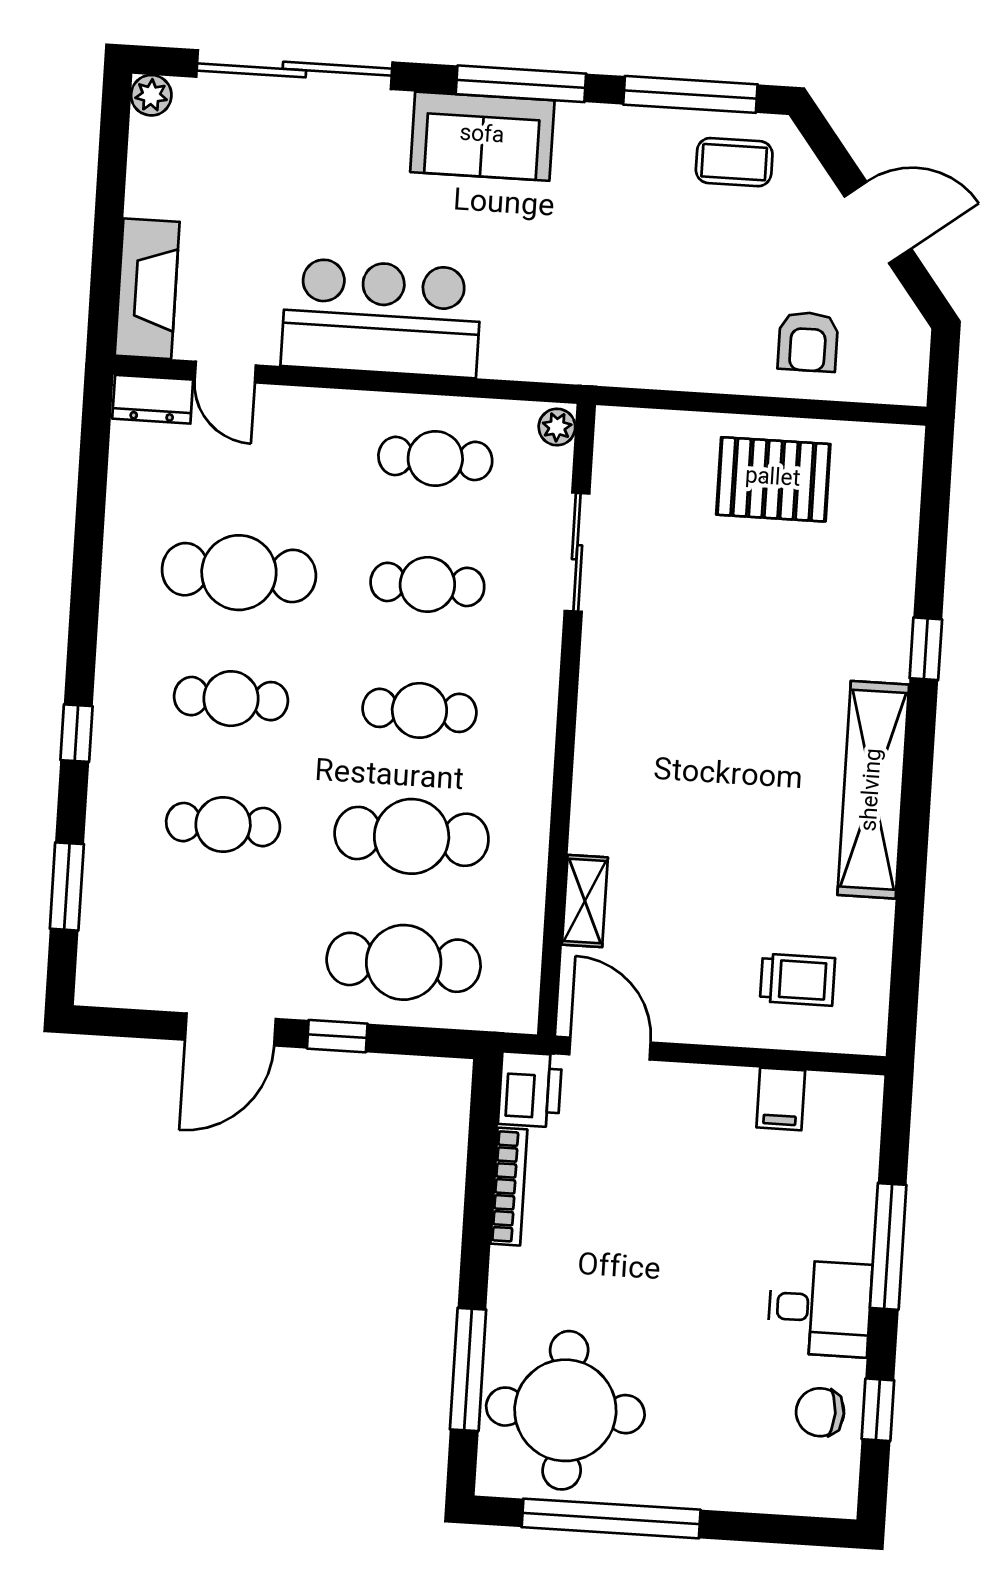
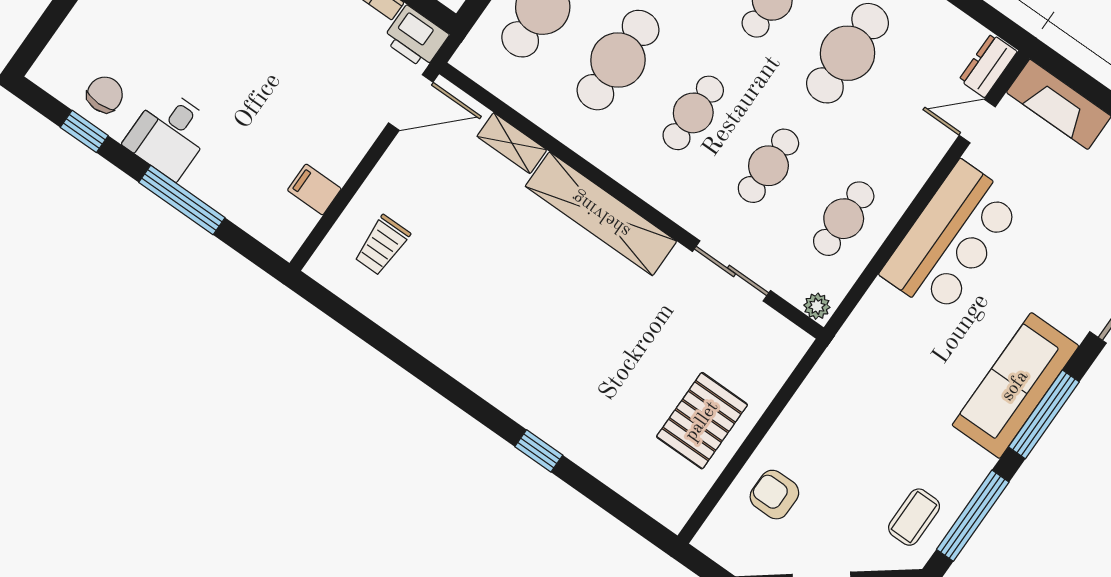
sofa: (482, 136) -> (1015, 386), width x1.36
shelving: (873, 790) -> (601, 214), moved

